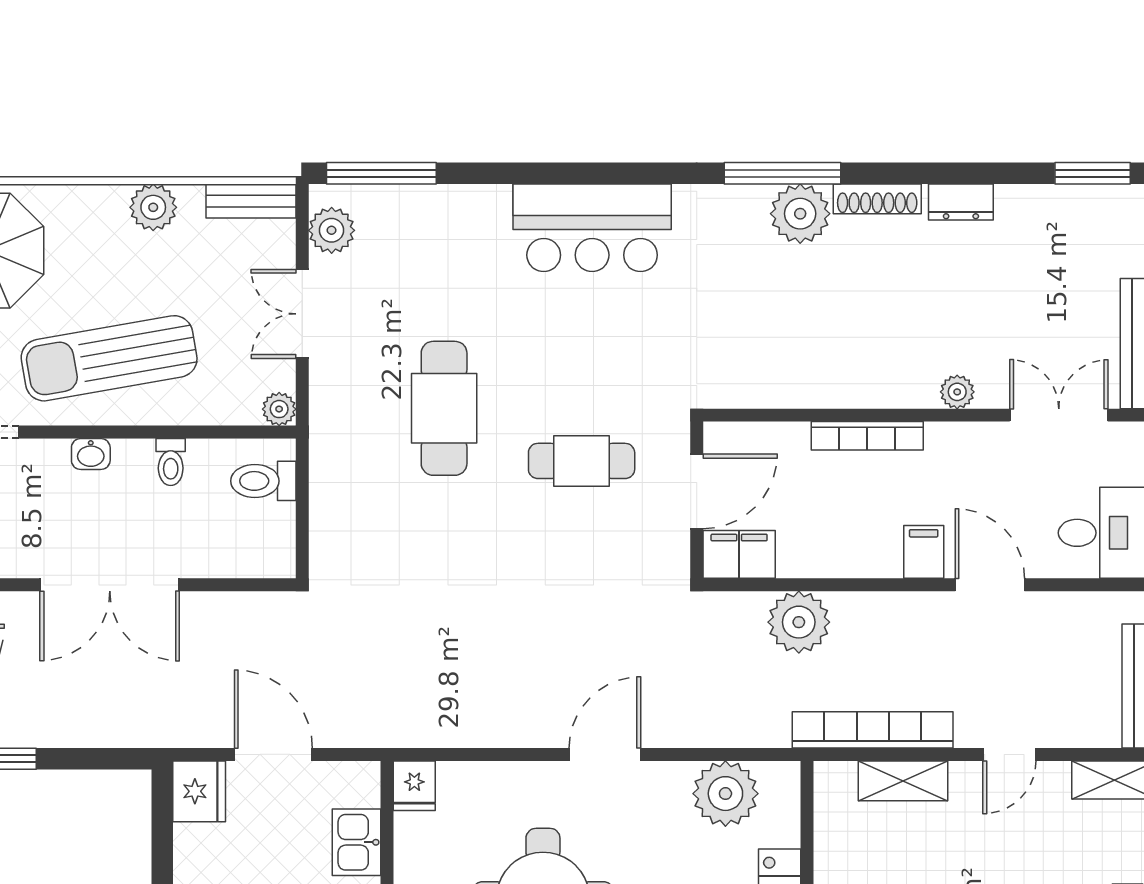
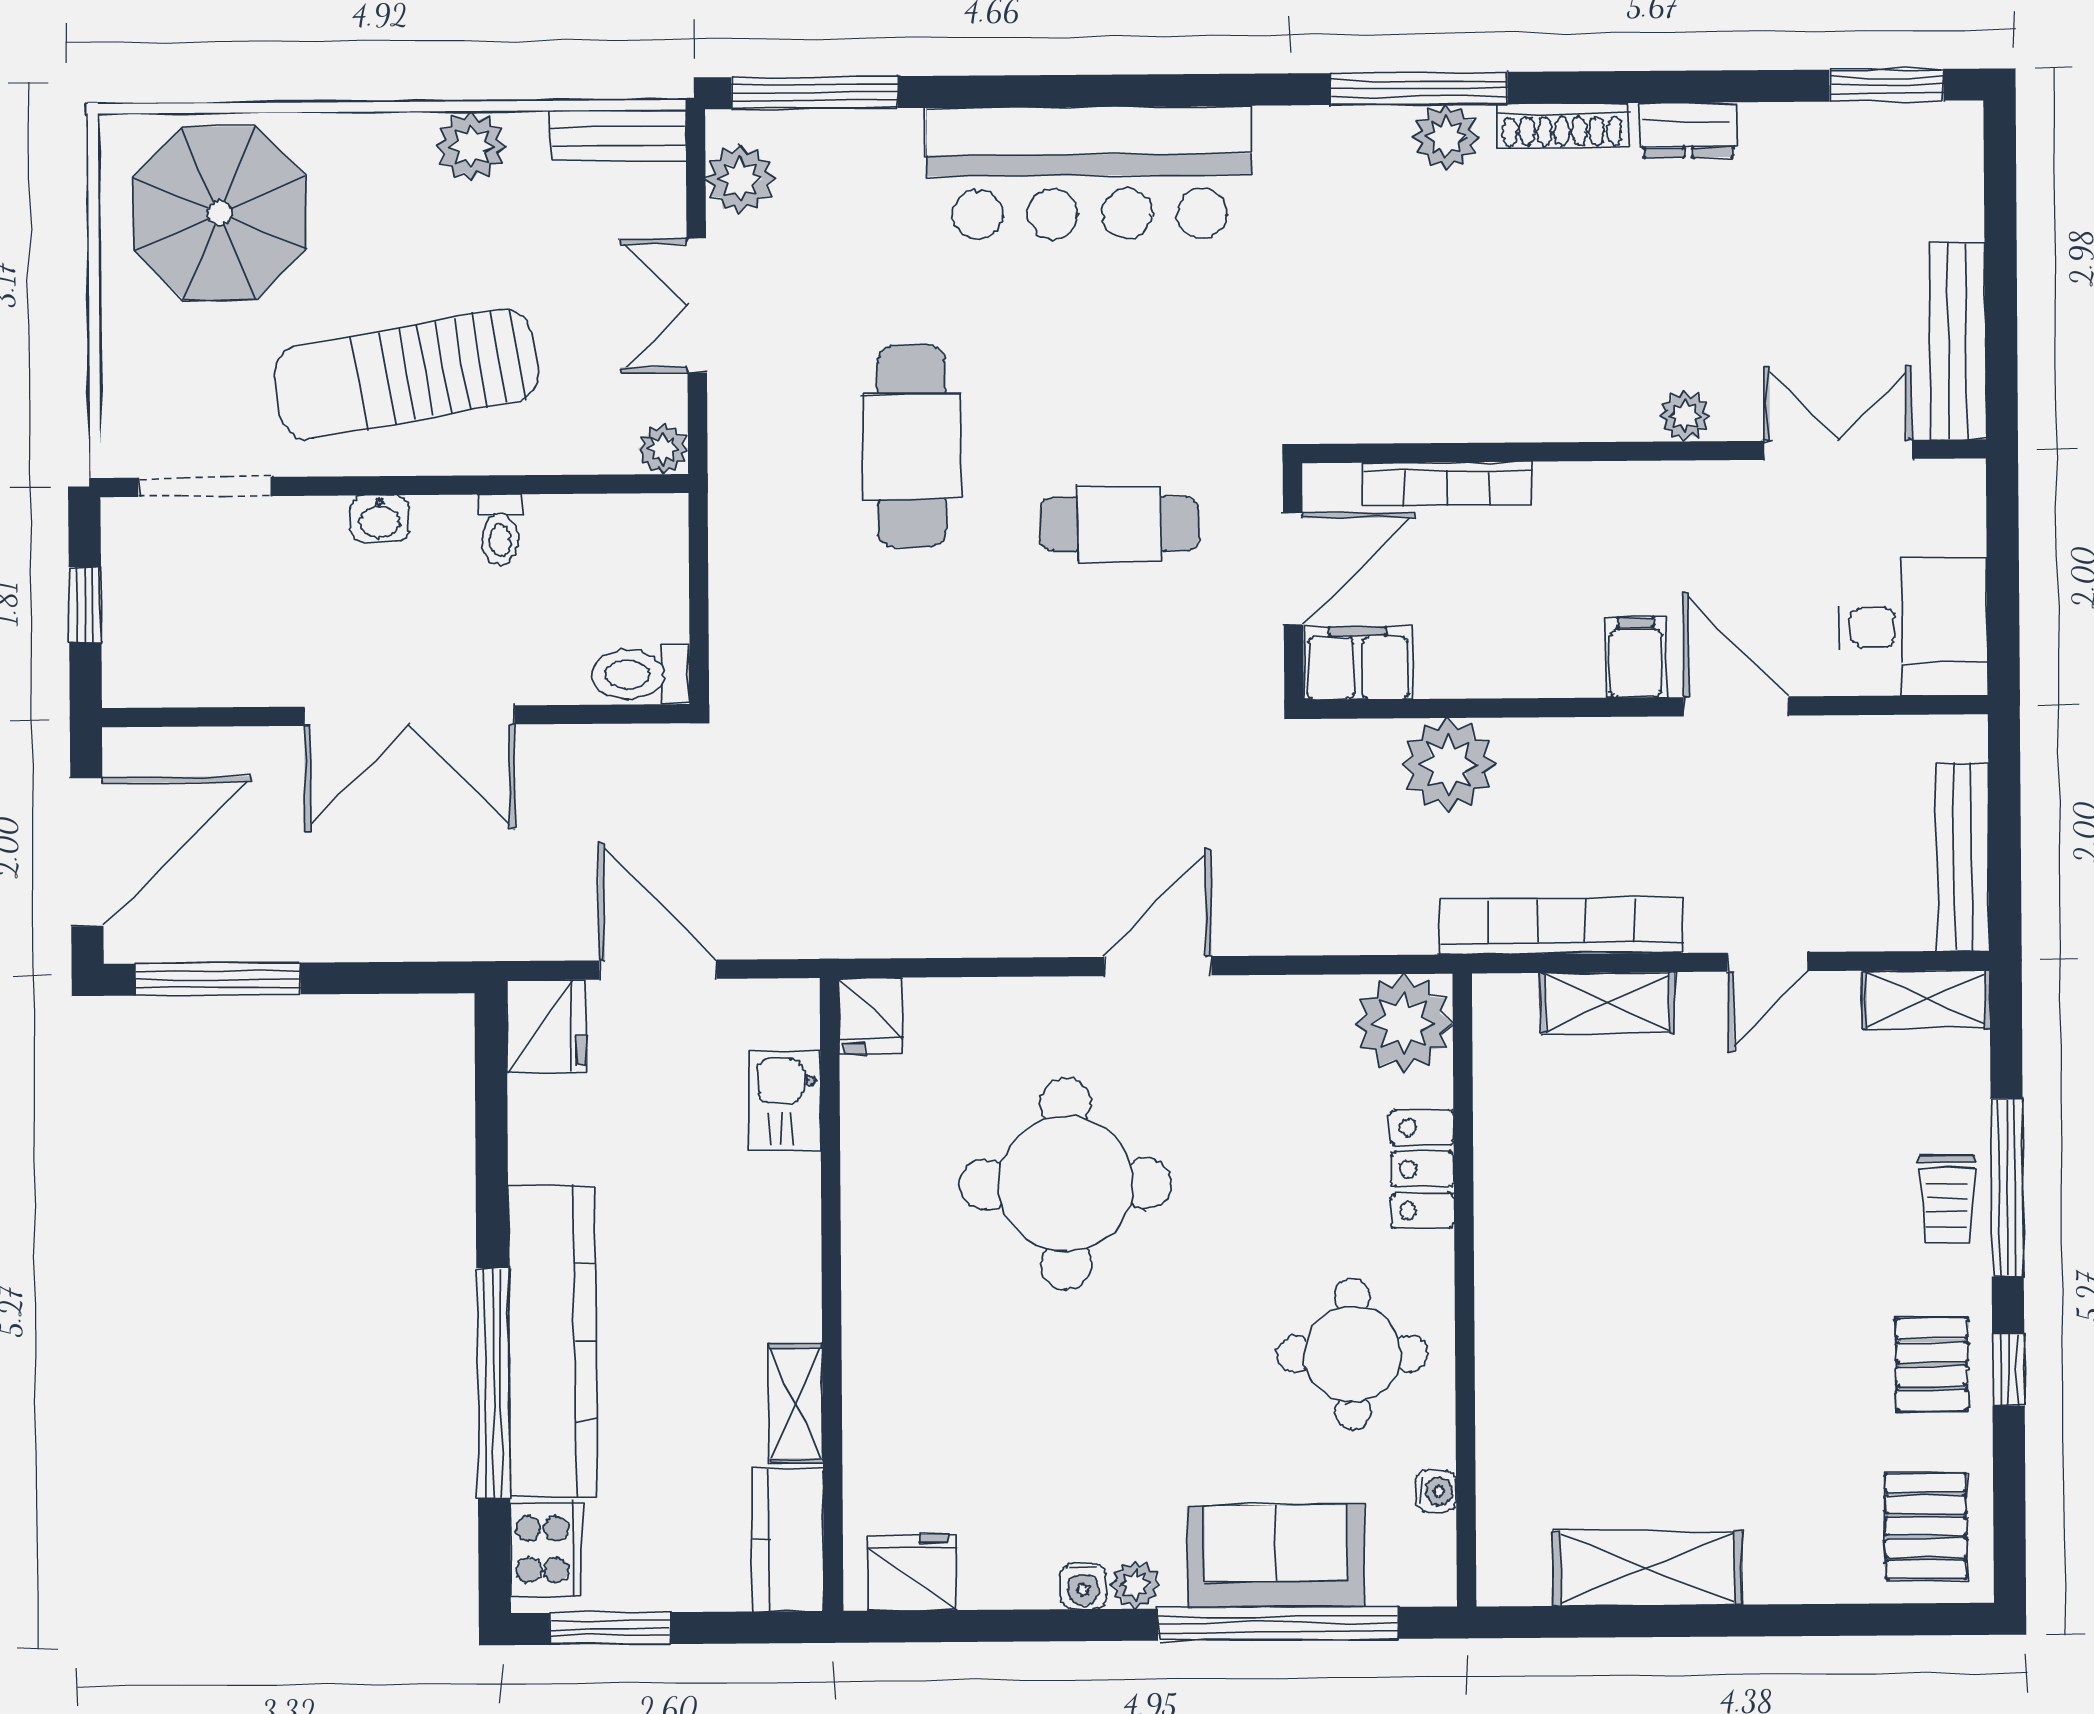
plant: (800, 214) -> (1446, 137), width x0.73, depth x0.73
bar counter: (592, 228) -> (1089, 173), width x1.36
bookcase: (867, 436) -> (1447, 484), moved
toilet: (263, 481) -> (641, 675), moved
plant: (725, 794) -> (1404, 1023), moved

